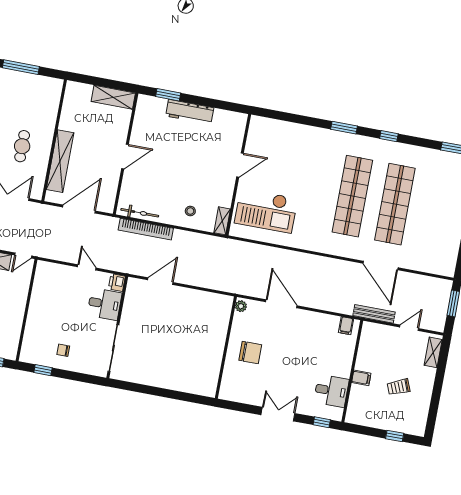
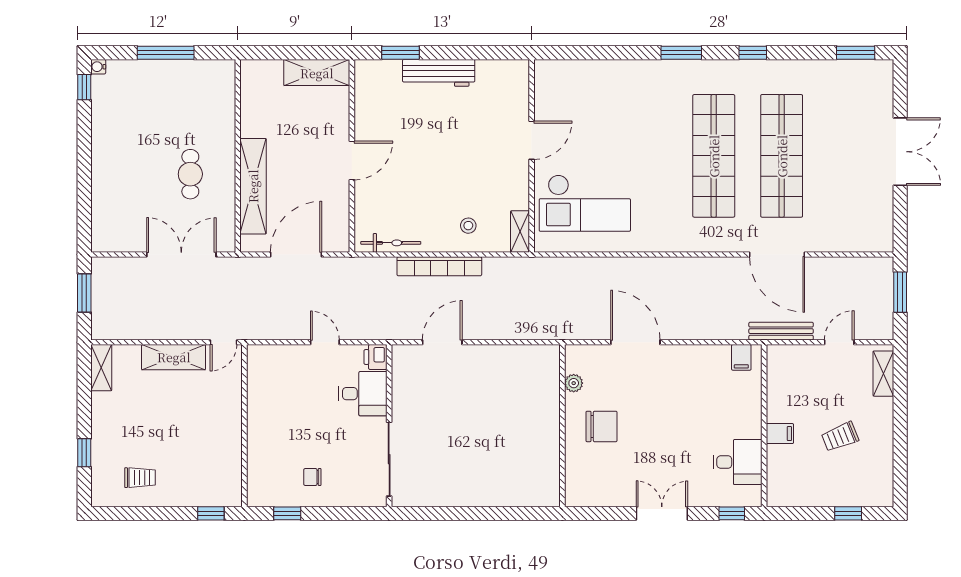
bookcase: (146, 229) -> (439, 266), moved
plant: (241, 306) -> (574, 383), moved

